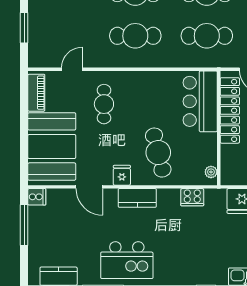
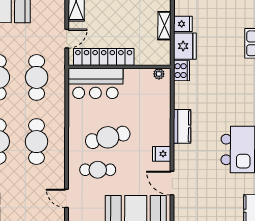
cafe table: (158, 153) -> (108, 137), moved
door: (89, 187) -> (172, 183), swing flipped
cooker: (192, 197) -> (181, 71), moved
kitchen counter: (137, 198) -> (182, 126), moved

